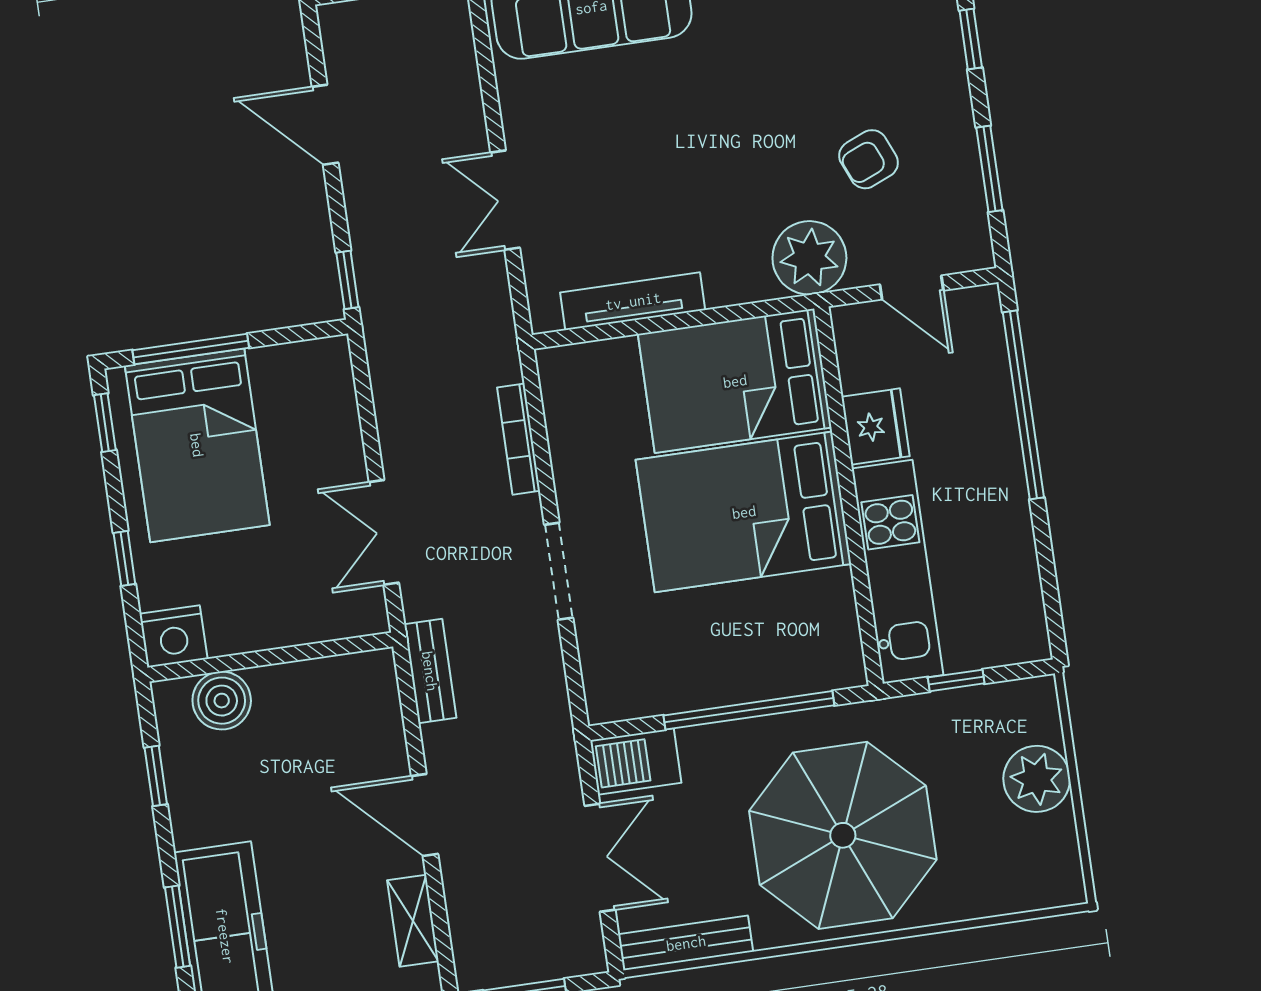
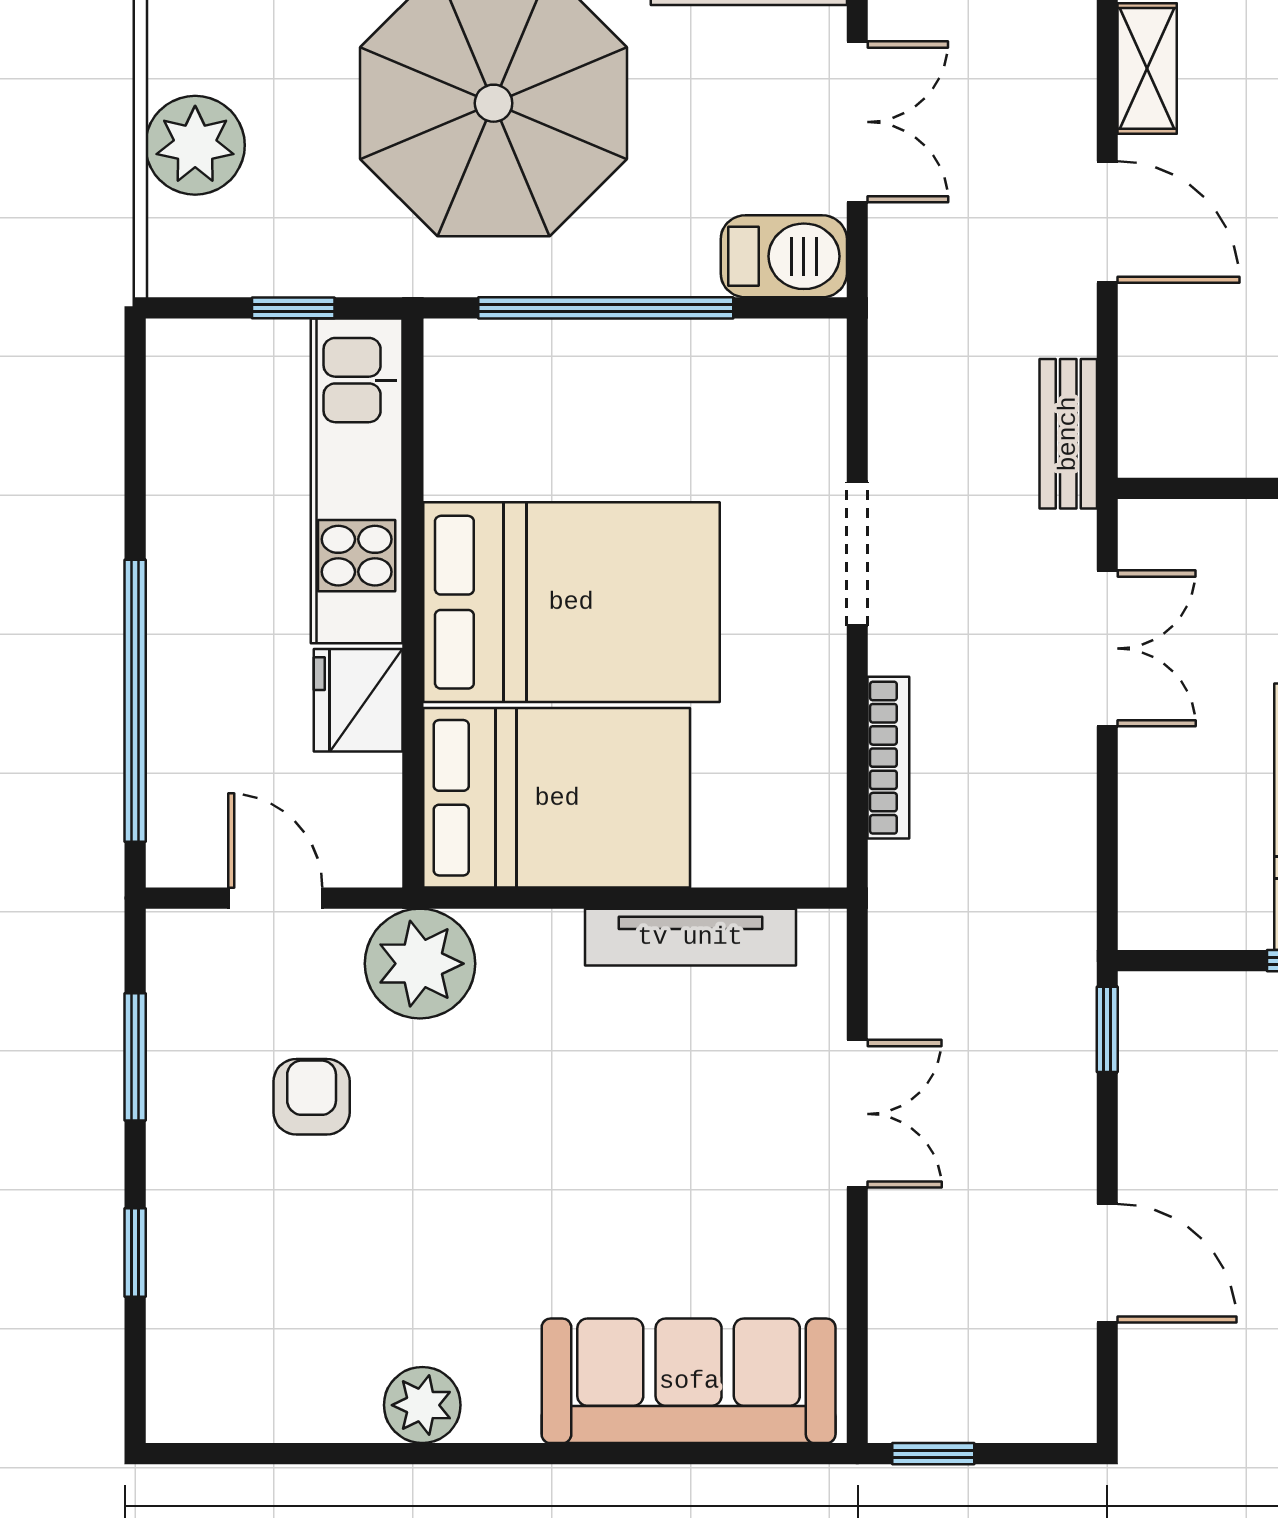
armchair: (869, 159) -> (312, 1097), turned -67
double door: (600, 858) -> (857, 122), swing flipped

